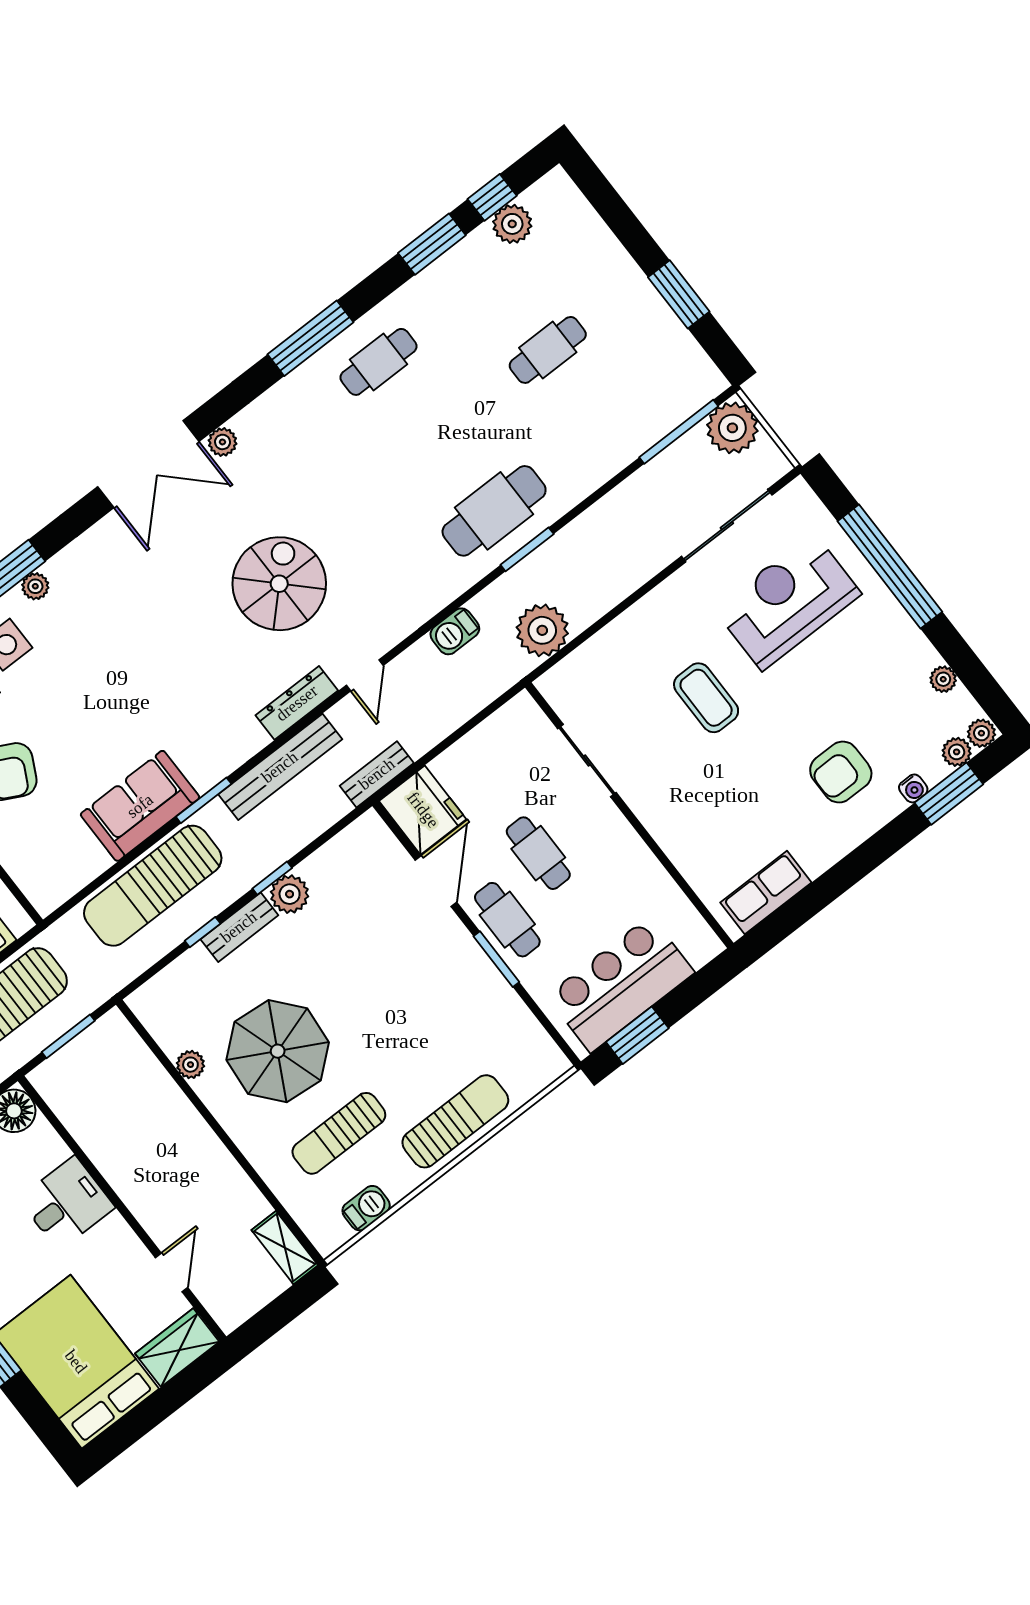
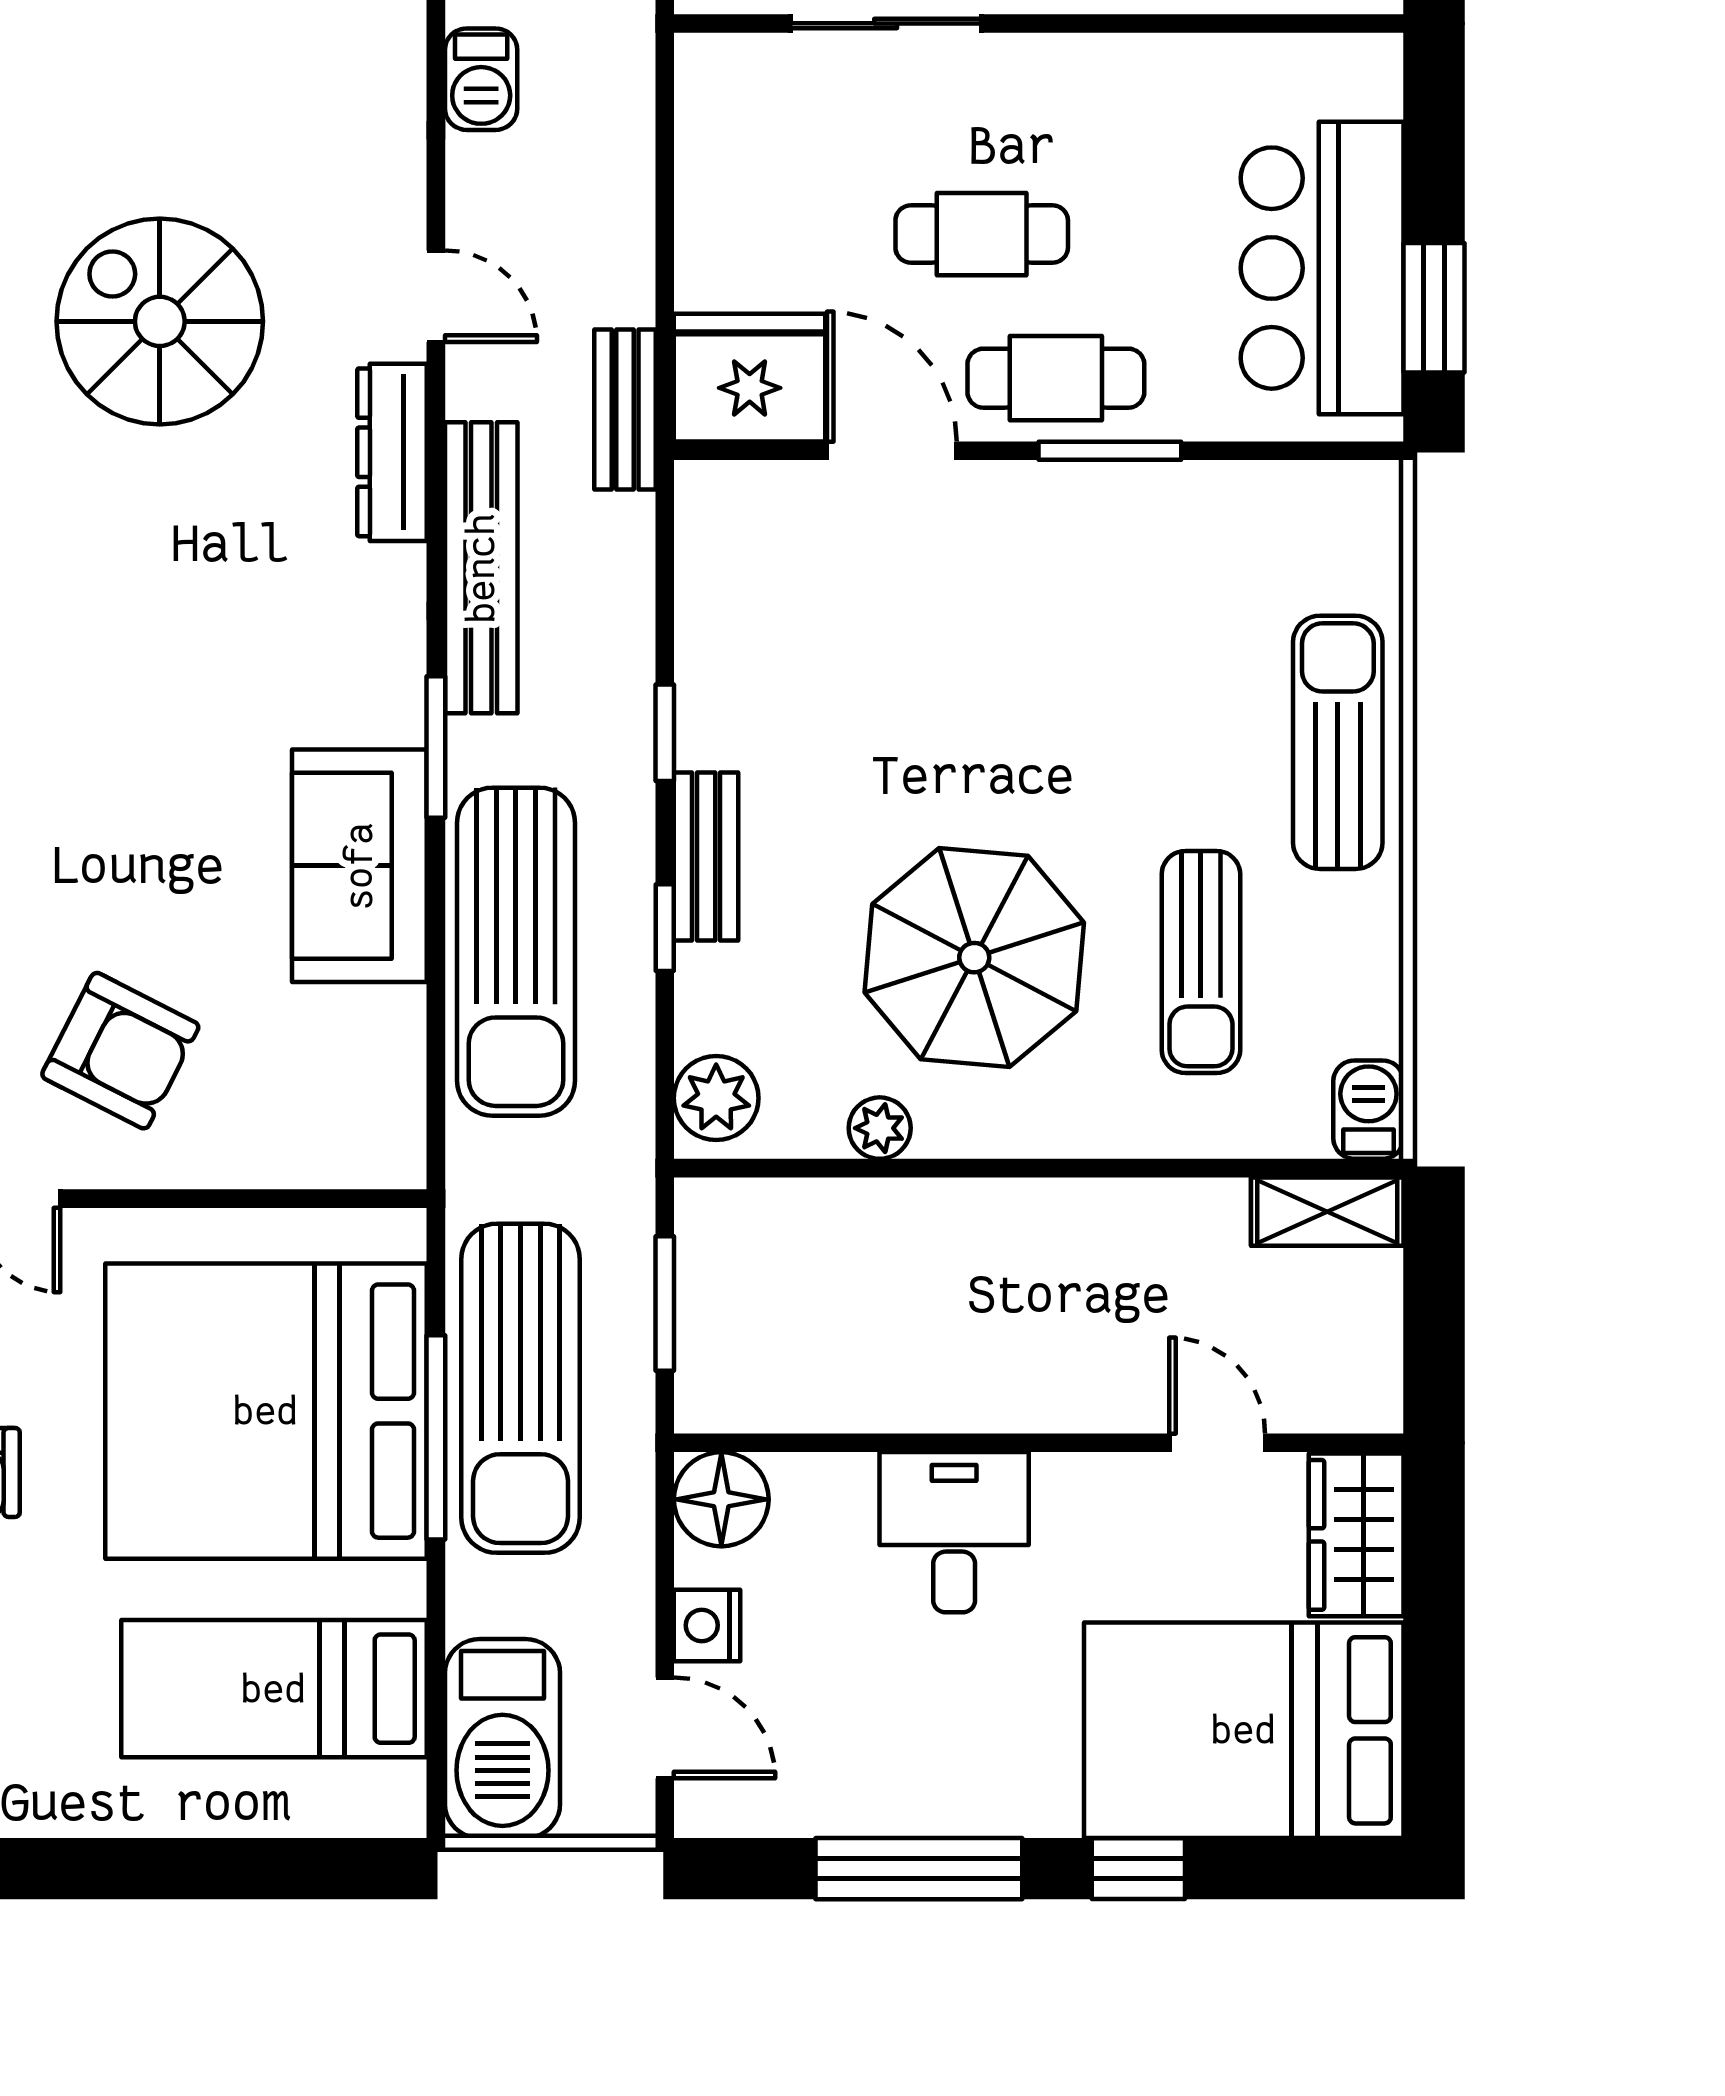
plant: (290, 894) -> (716, 1098), moved
barbecue: (366, 1208) -> (1368, 1110), moved

